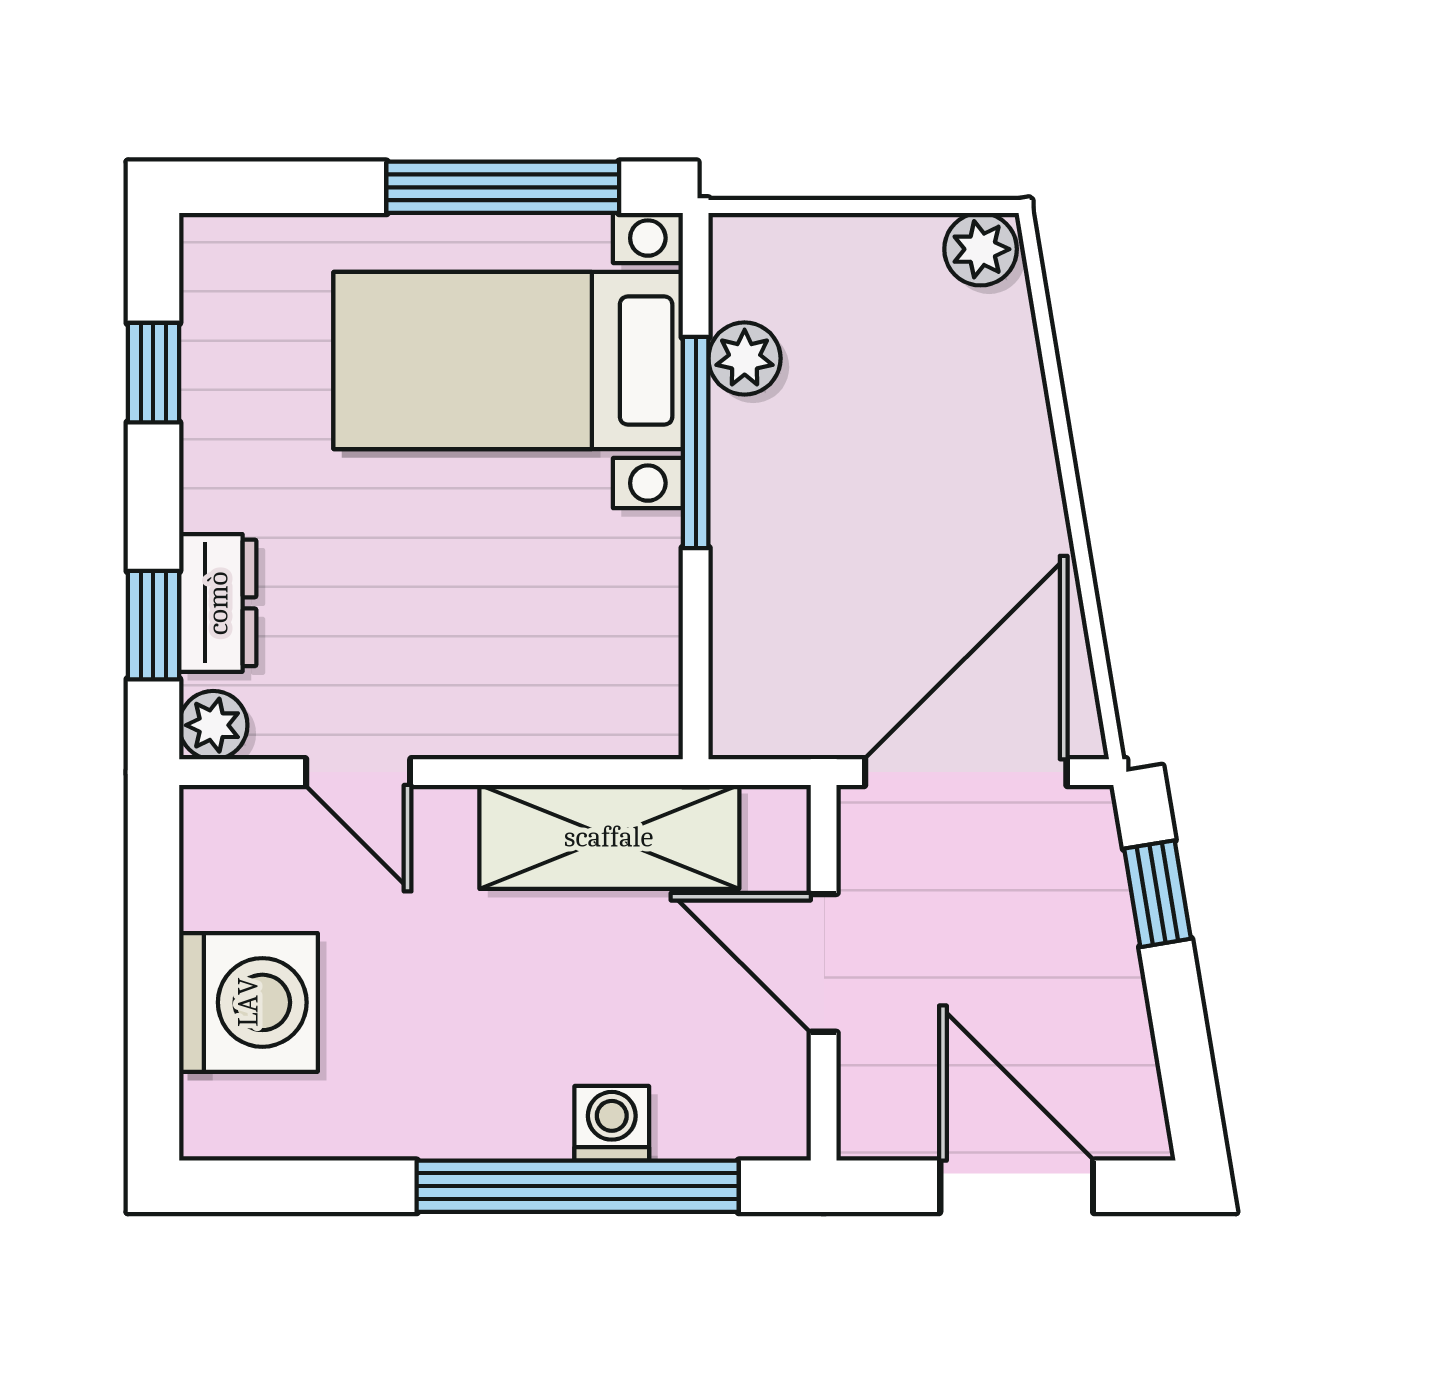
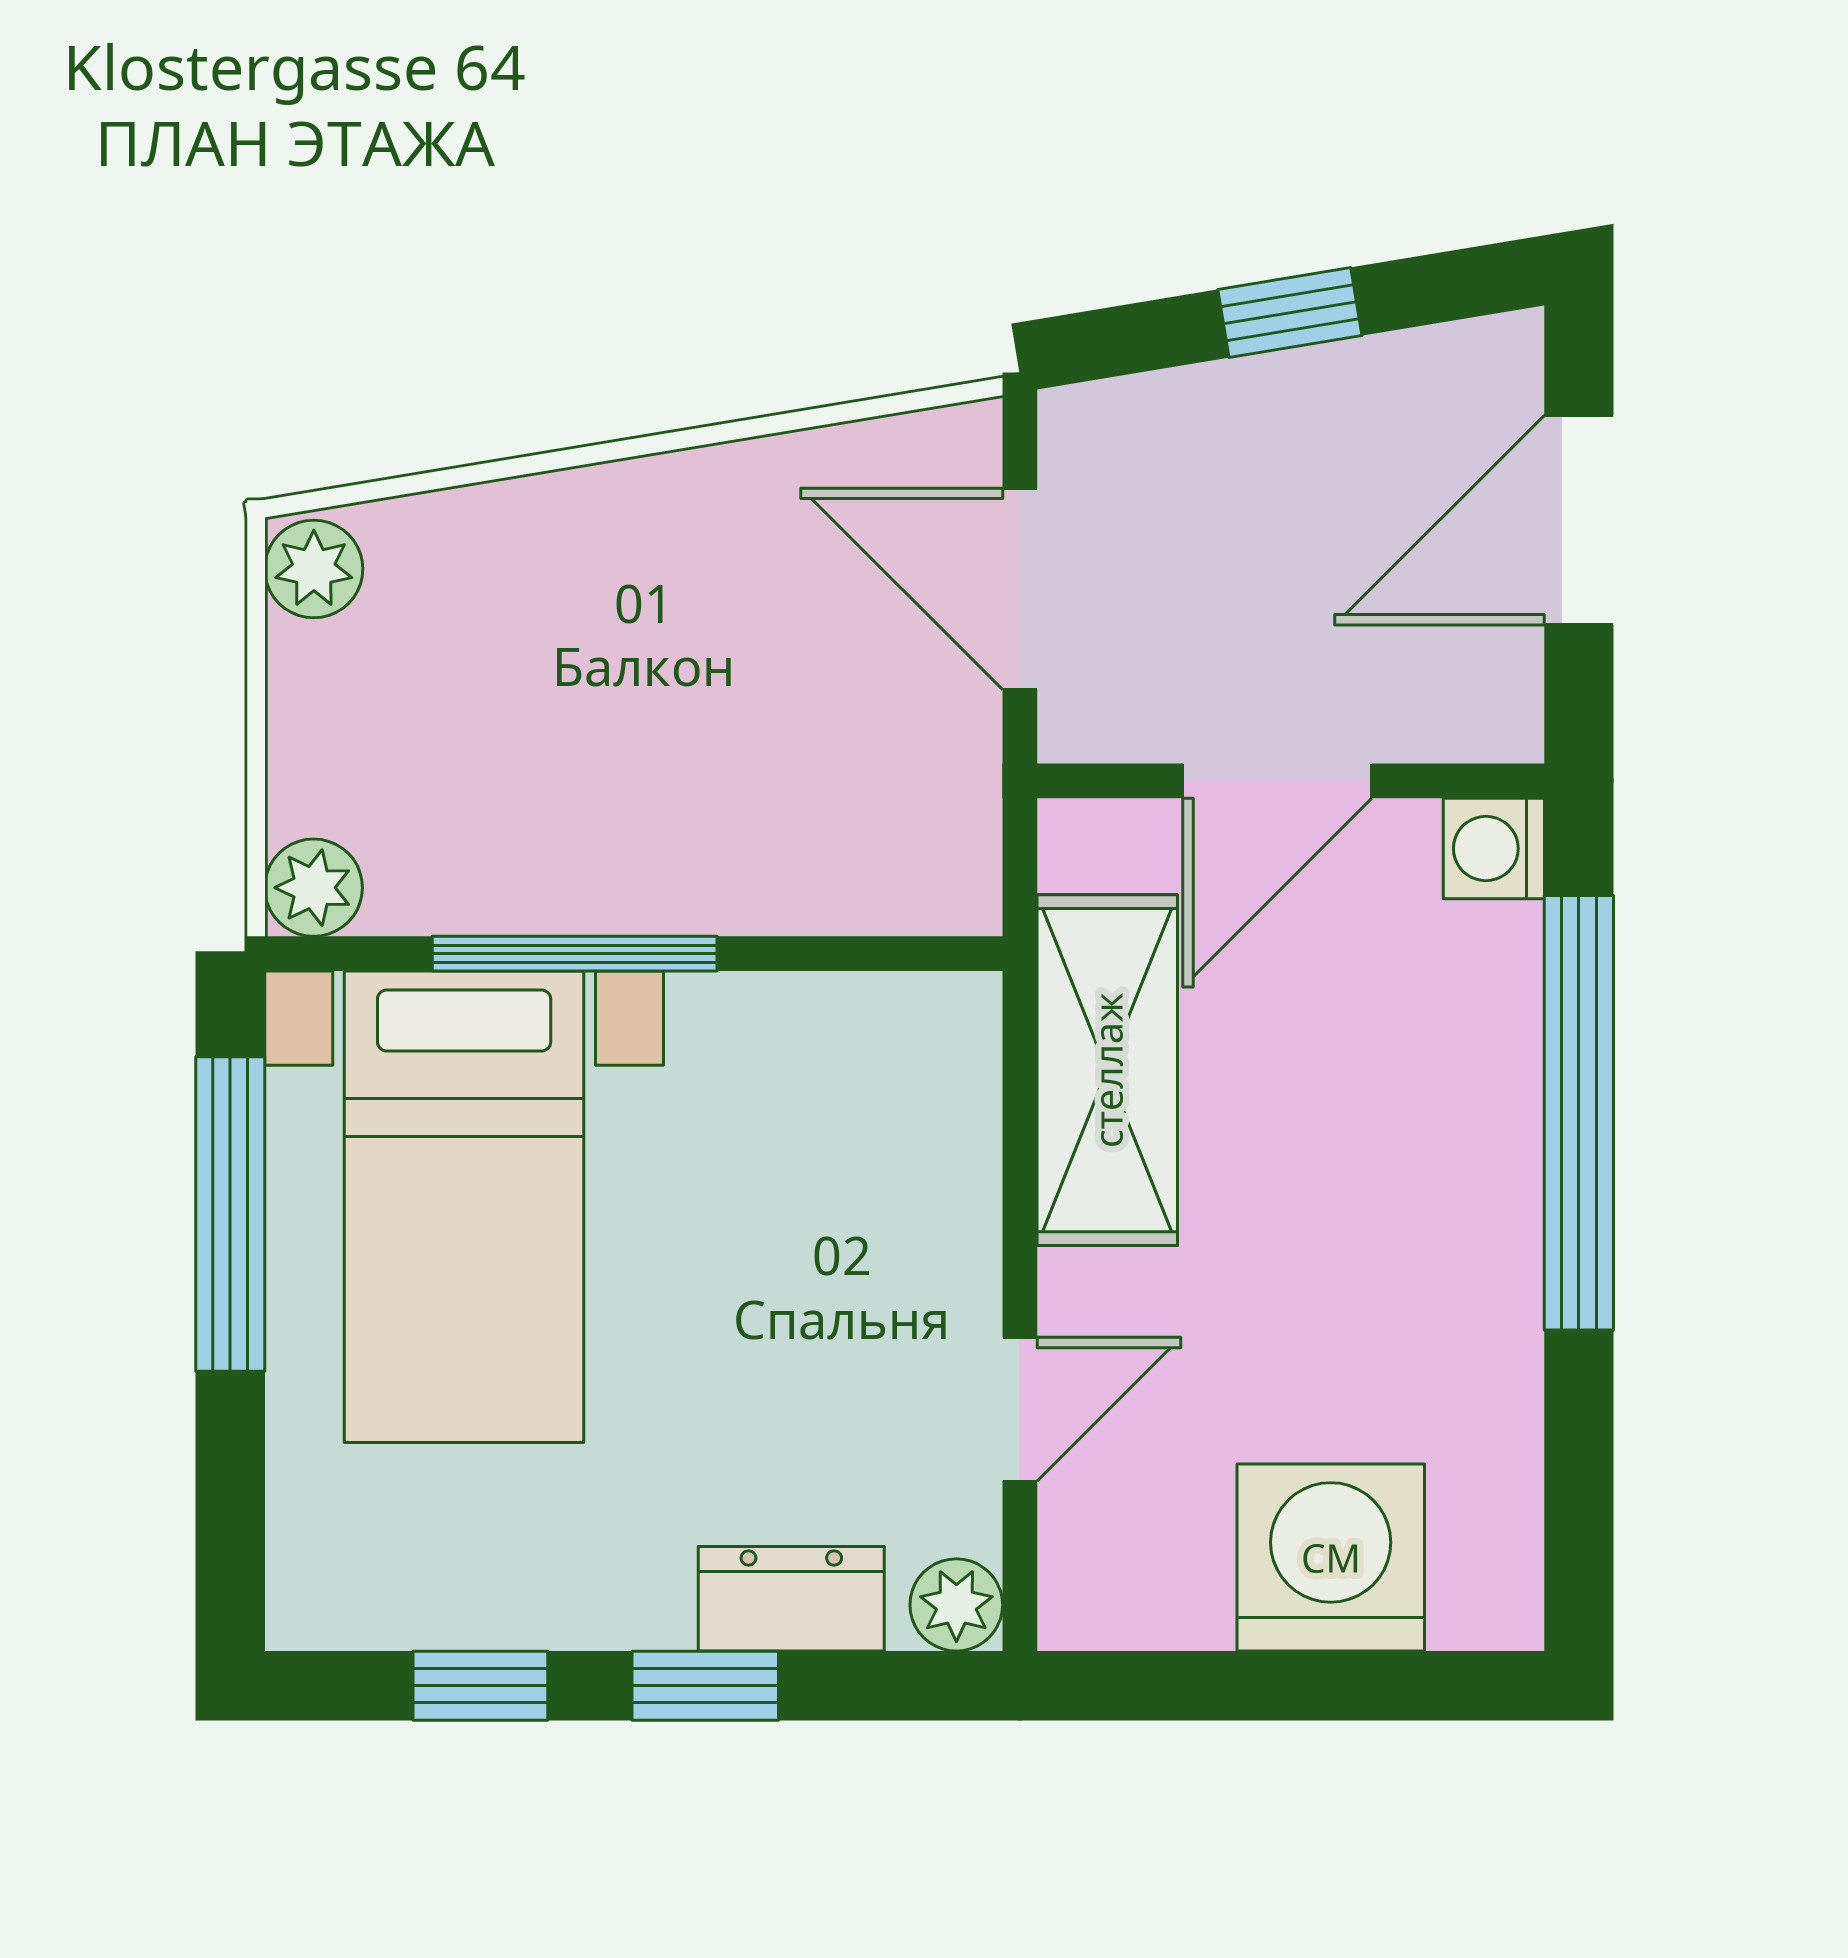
plant: (745, 358) -> (314, 888), moved
window: (153, 625) -> (705, 1686), moved
door: (966, 772) -> (1020, 589), width x0.73
window: (1157, 894) -> (1290, 313), moved
washing machine: (612, 1123) -> (1494, 849), moved

